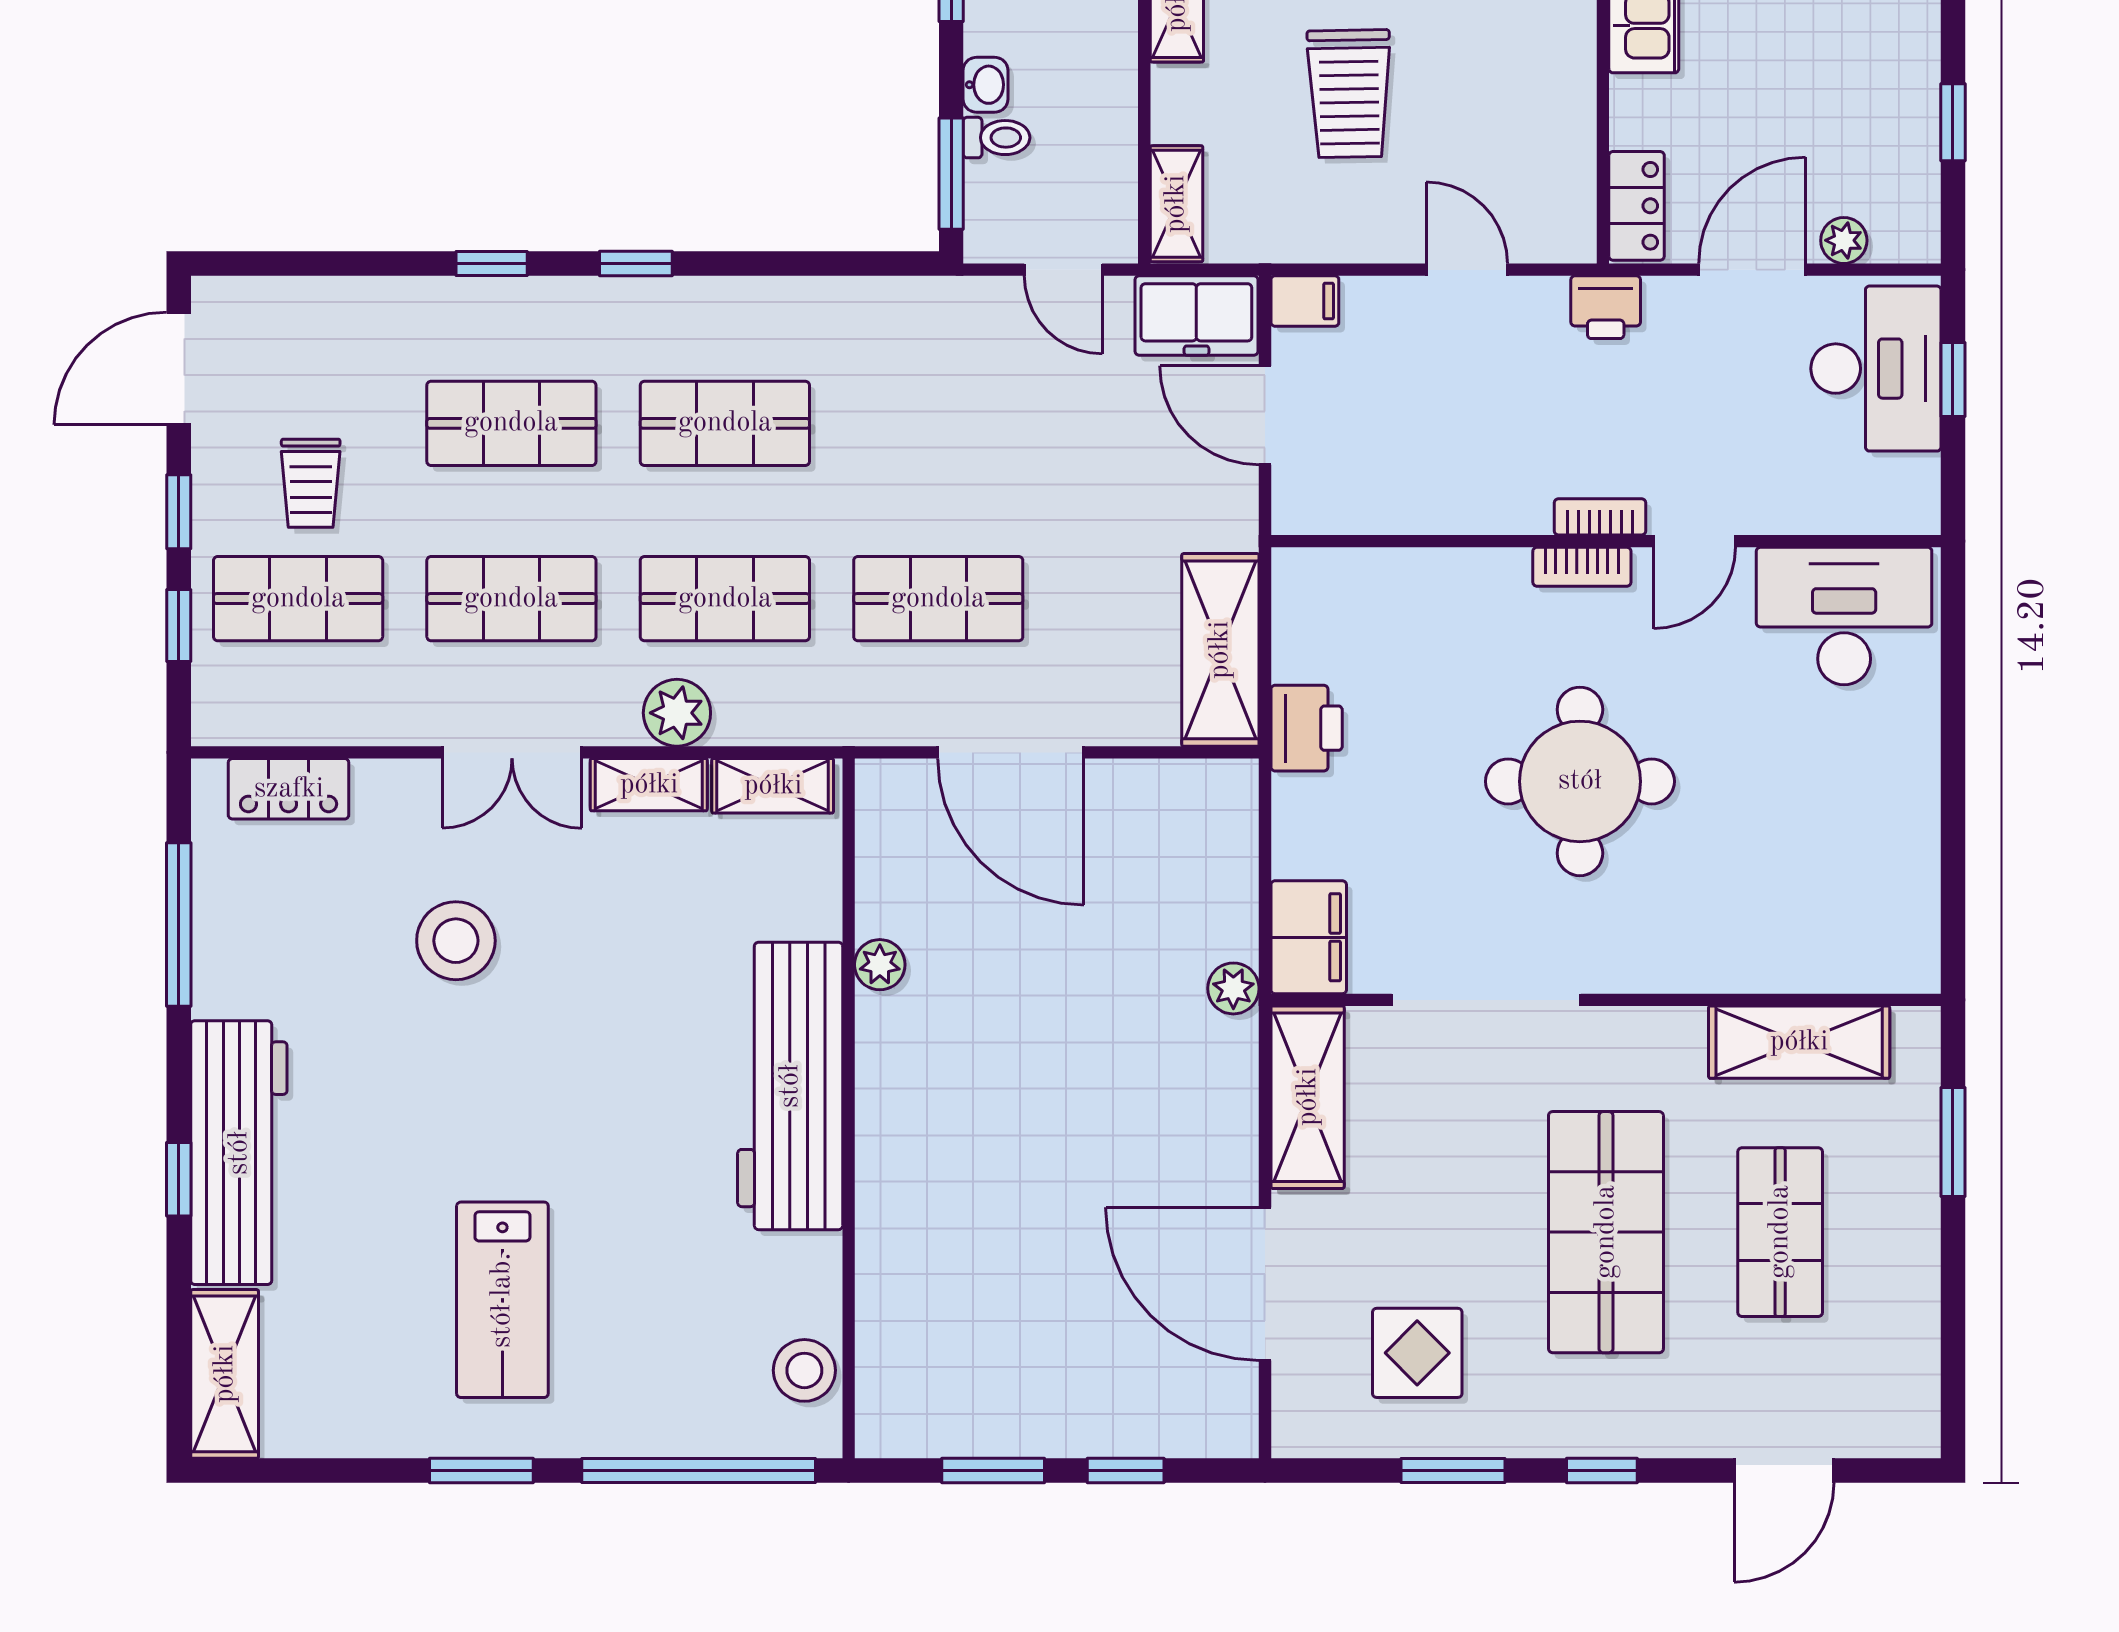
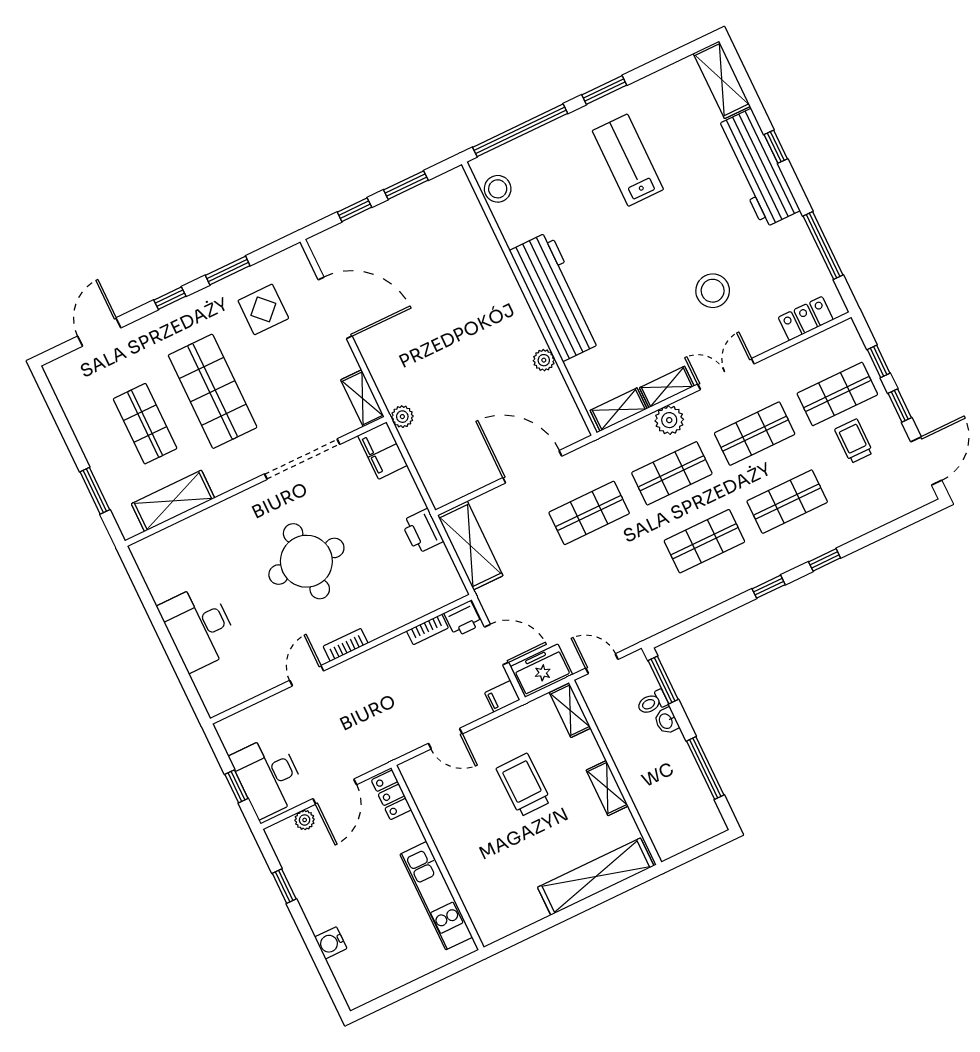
printer: (1606, 307) -> (463, 619), moved, turned 180
bookcase: (1600, 517) -> (427, 629), moved
desk: (1844, 616) -> (199, 627), moved, turned 90
shelving: (1308, 1097) -> (363, 398), width x0.67, depth x0.75

